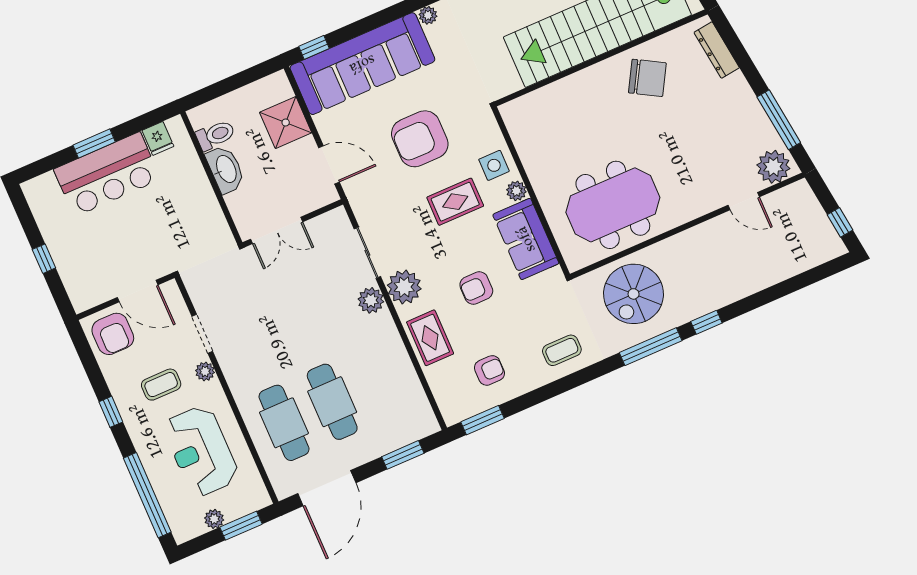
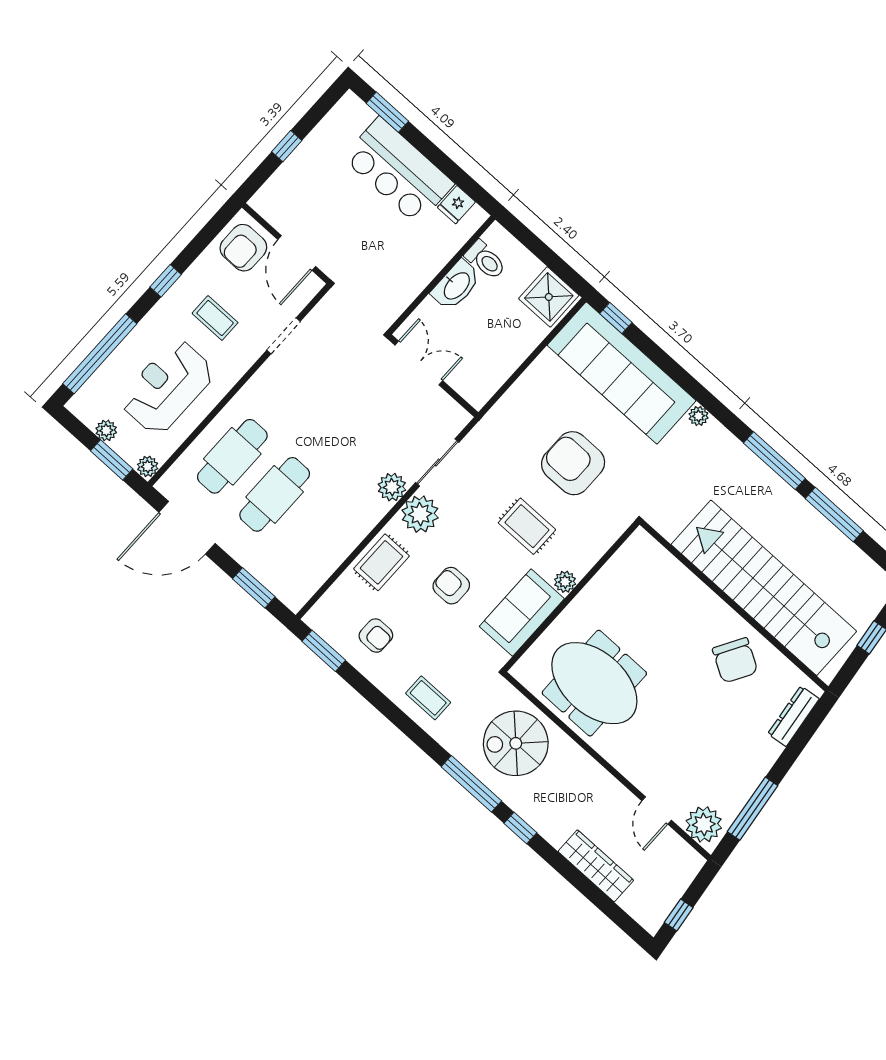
shower: (286, 123) -> (549, 297), moved
window: (94, 143) -> (387, 112), moved
door: (329, 165) -> (507, 385), removed
side table: (494, 165) -> (580, 548), removed
double door: (277, 230) -> (419, 363), swing flipped
wardrobe: (767, 273) -> (596, 866), added
plant: (205, 371) -> (148, 466), moved

